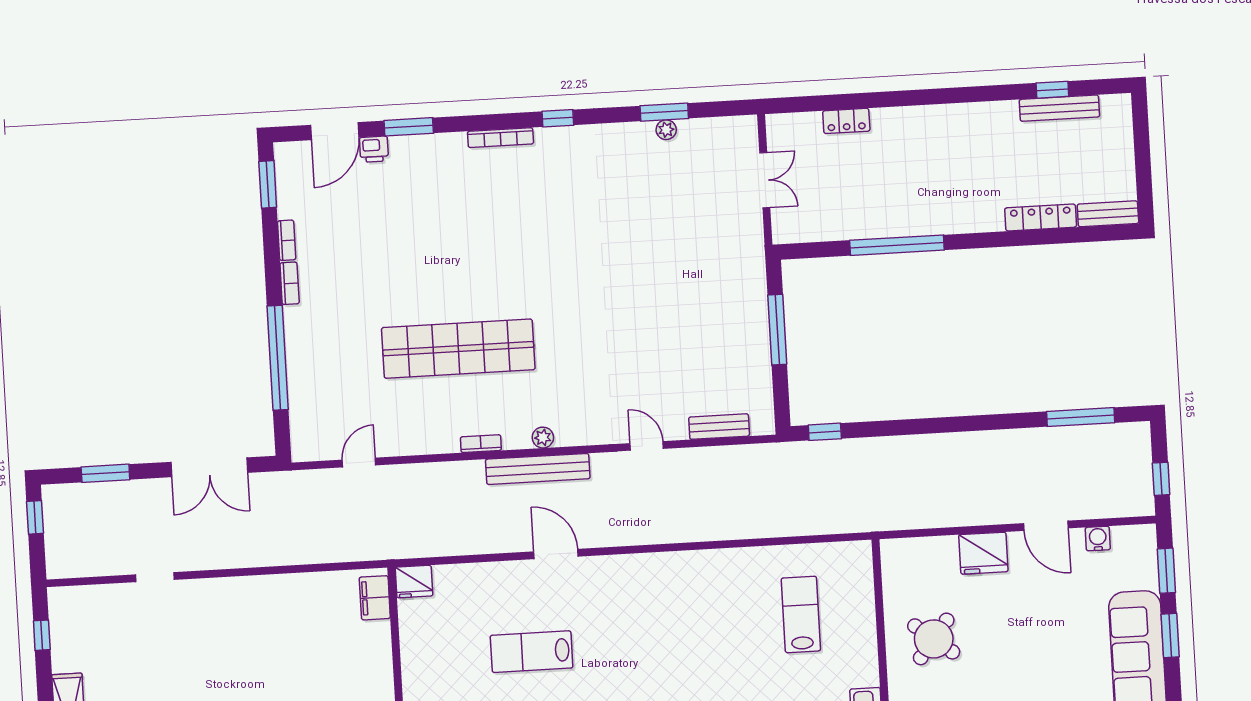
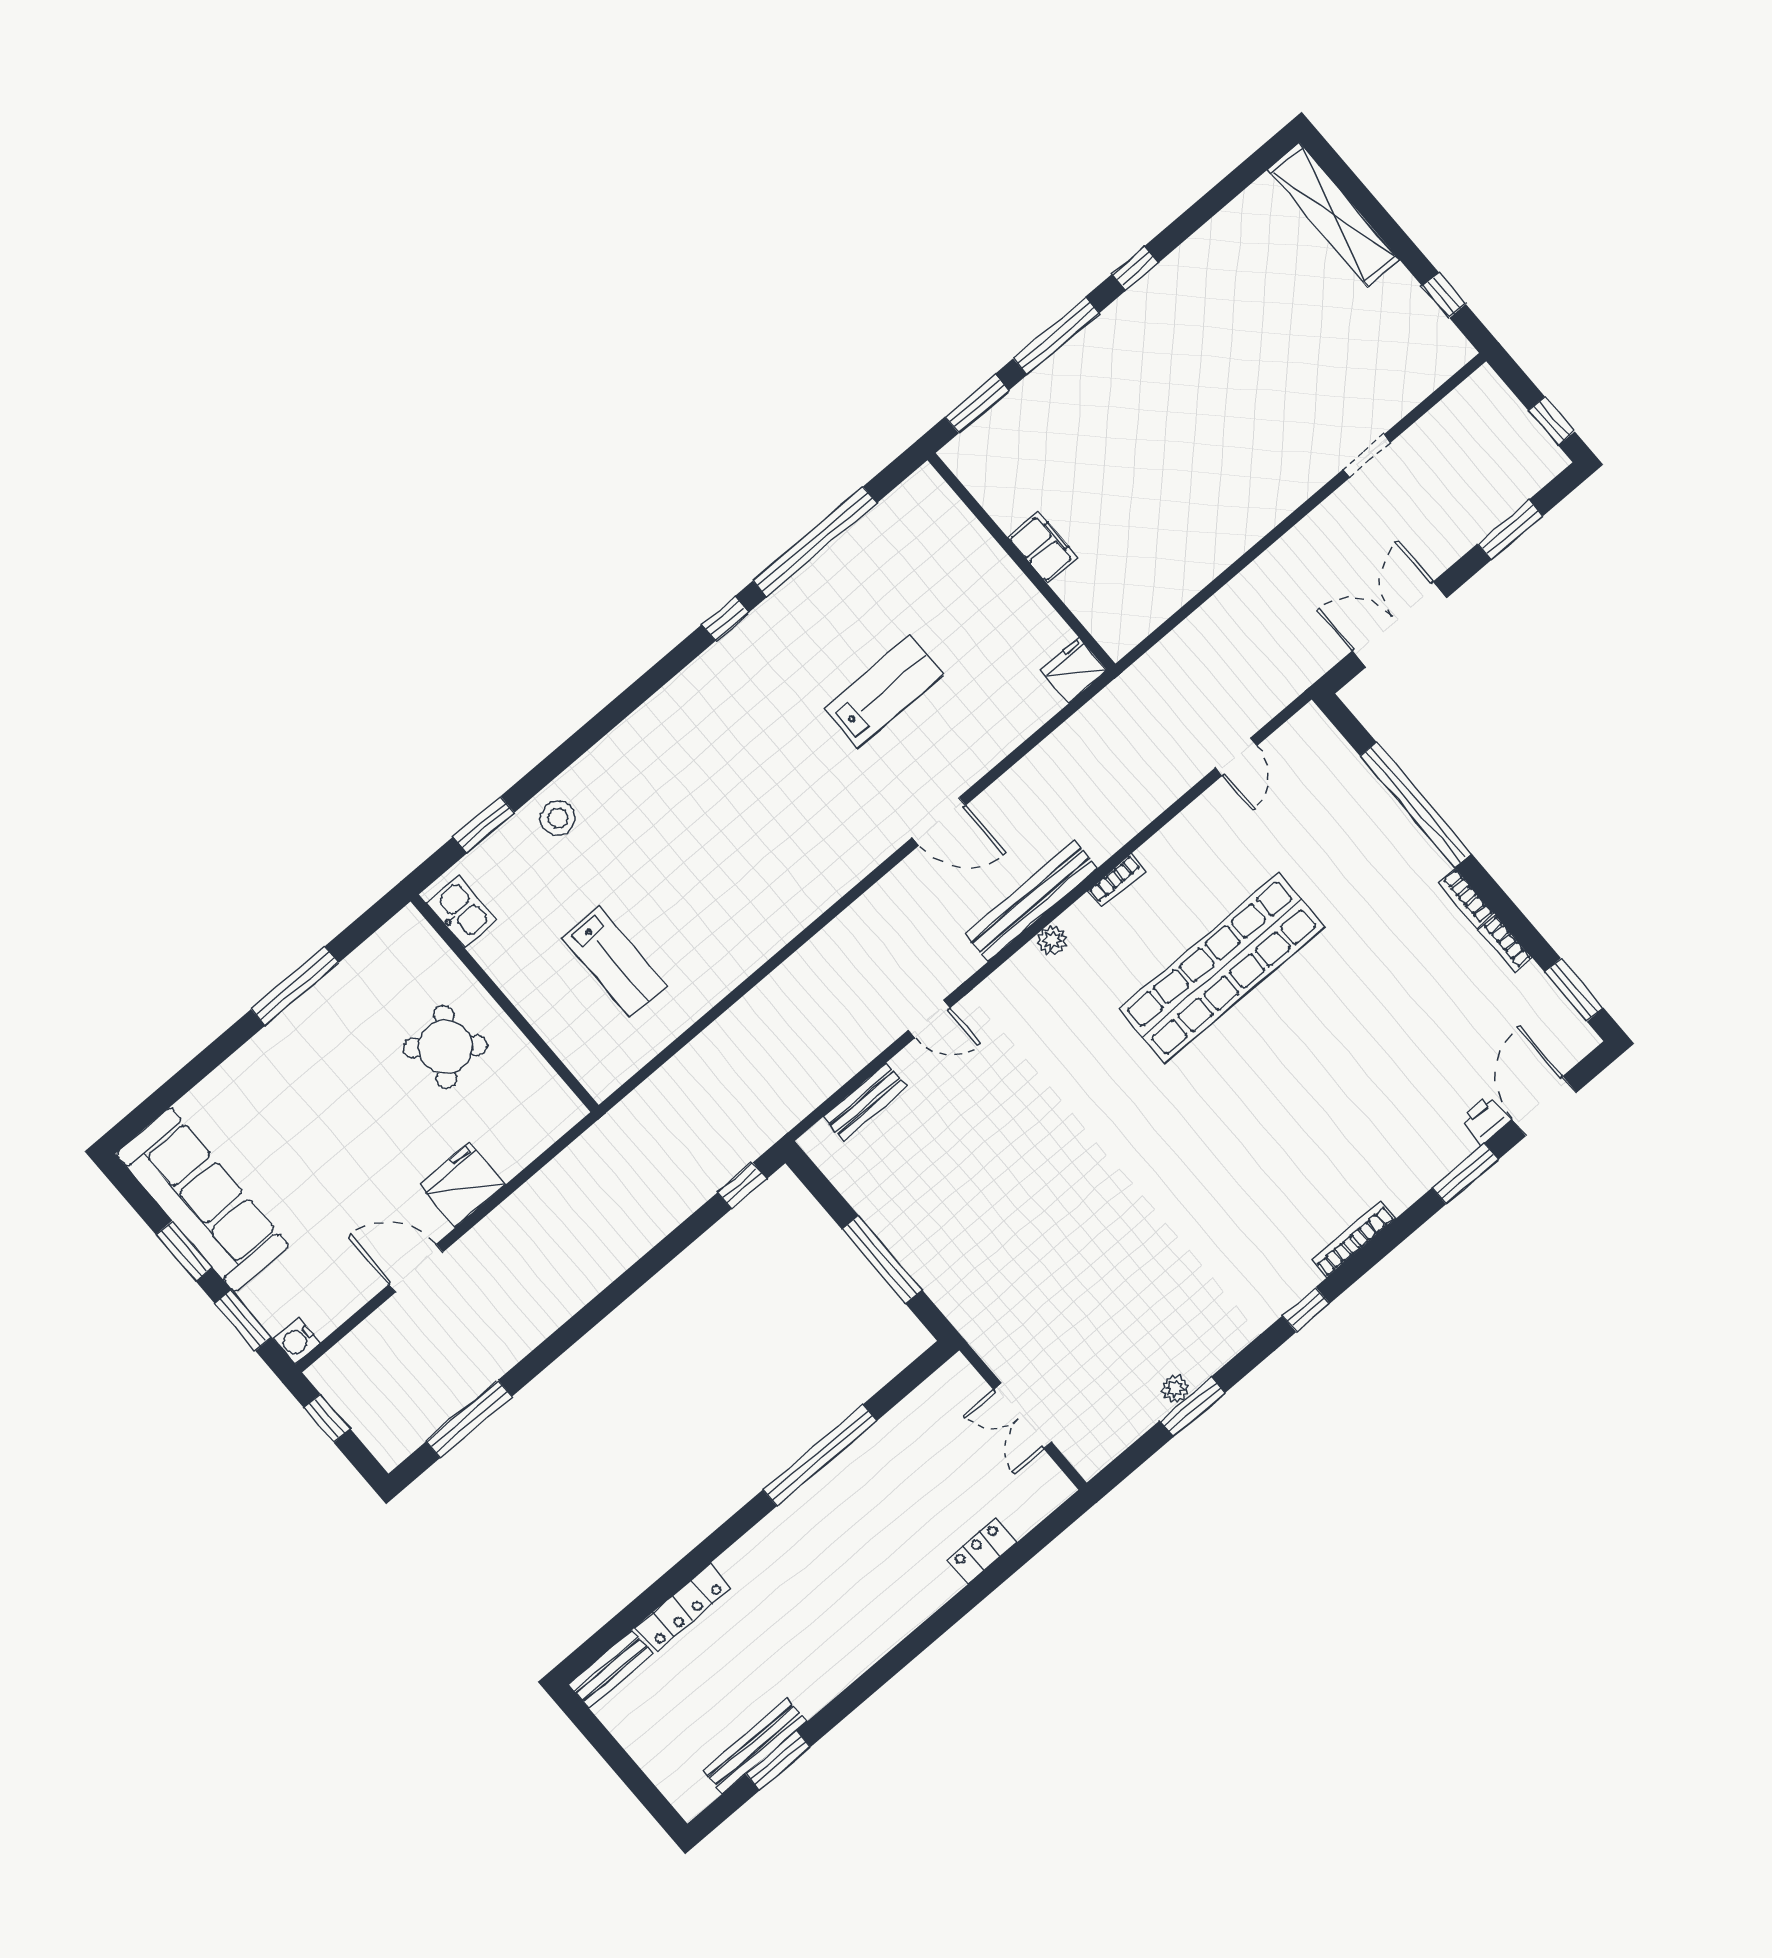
window: (1052, 90) -> (778, 1761), width x1.50
water cooler: (1098, 539) -> (297, 1341), moved, turned 90
filing cabinet: (375, 598) -> (1043, 547), moved

